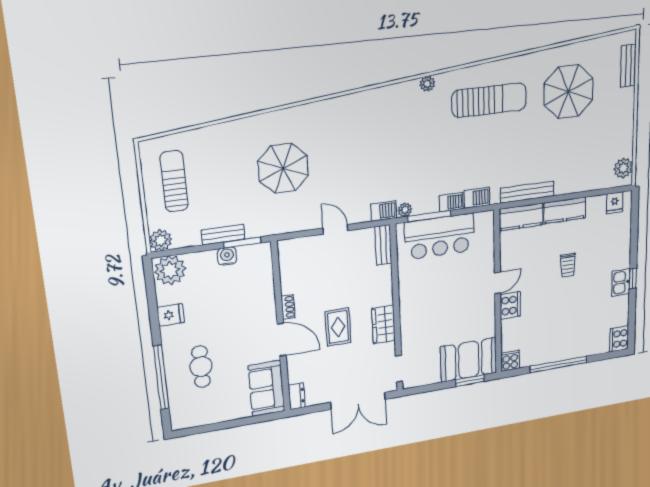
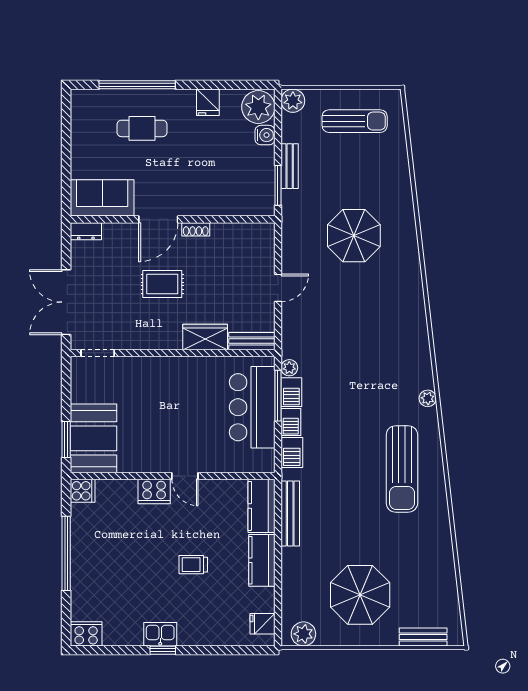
parasol: (568, 92) -> (360, 595), moved
barbecue: (384, 211) -> (291, 392), moved
water cooler: (227, 256) -> (265, 135), moved
wardrobe: (384, 324) -> (205, 337), moved

